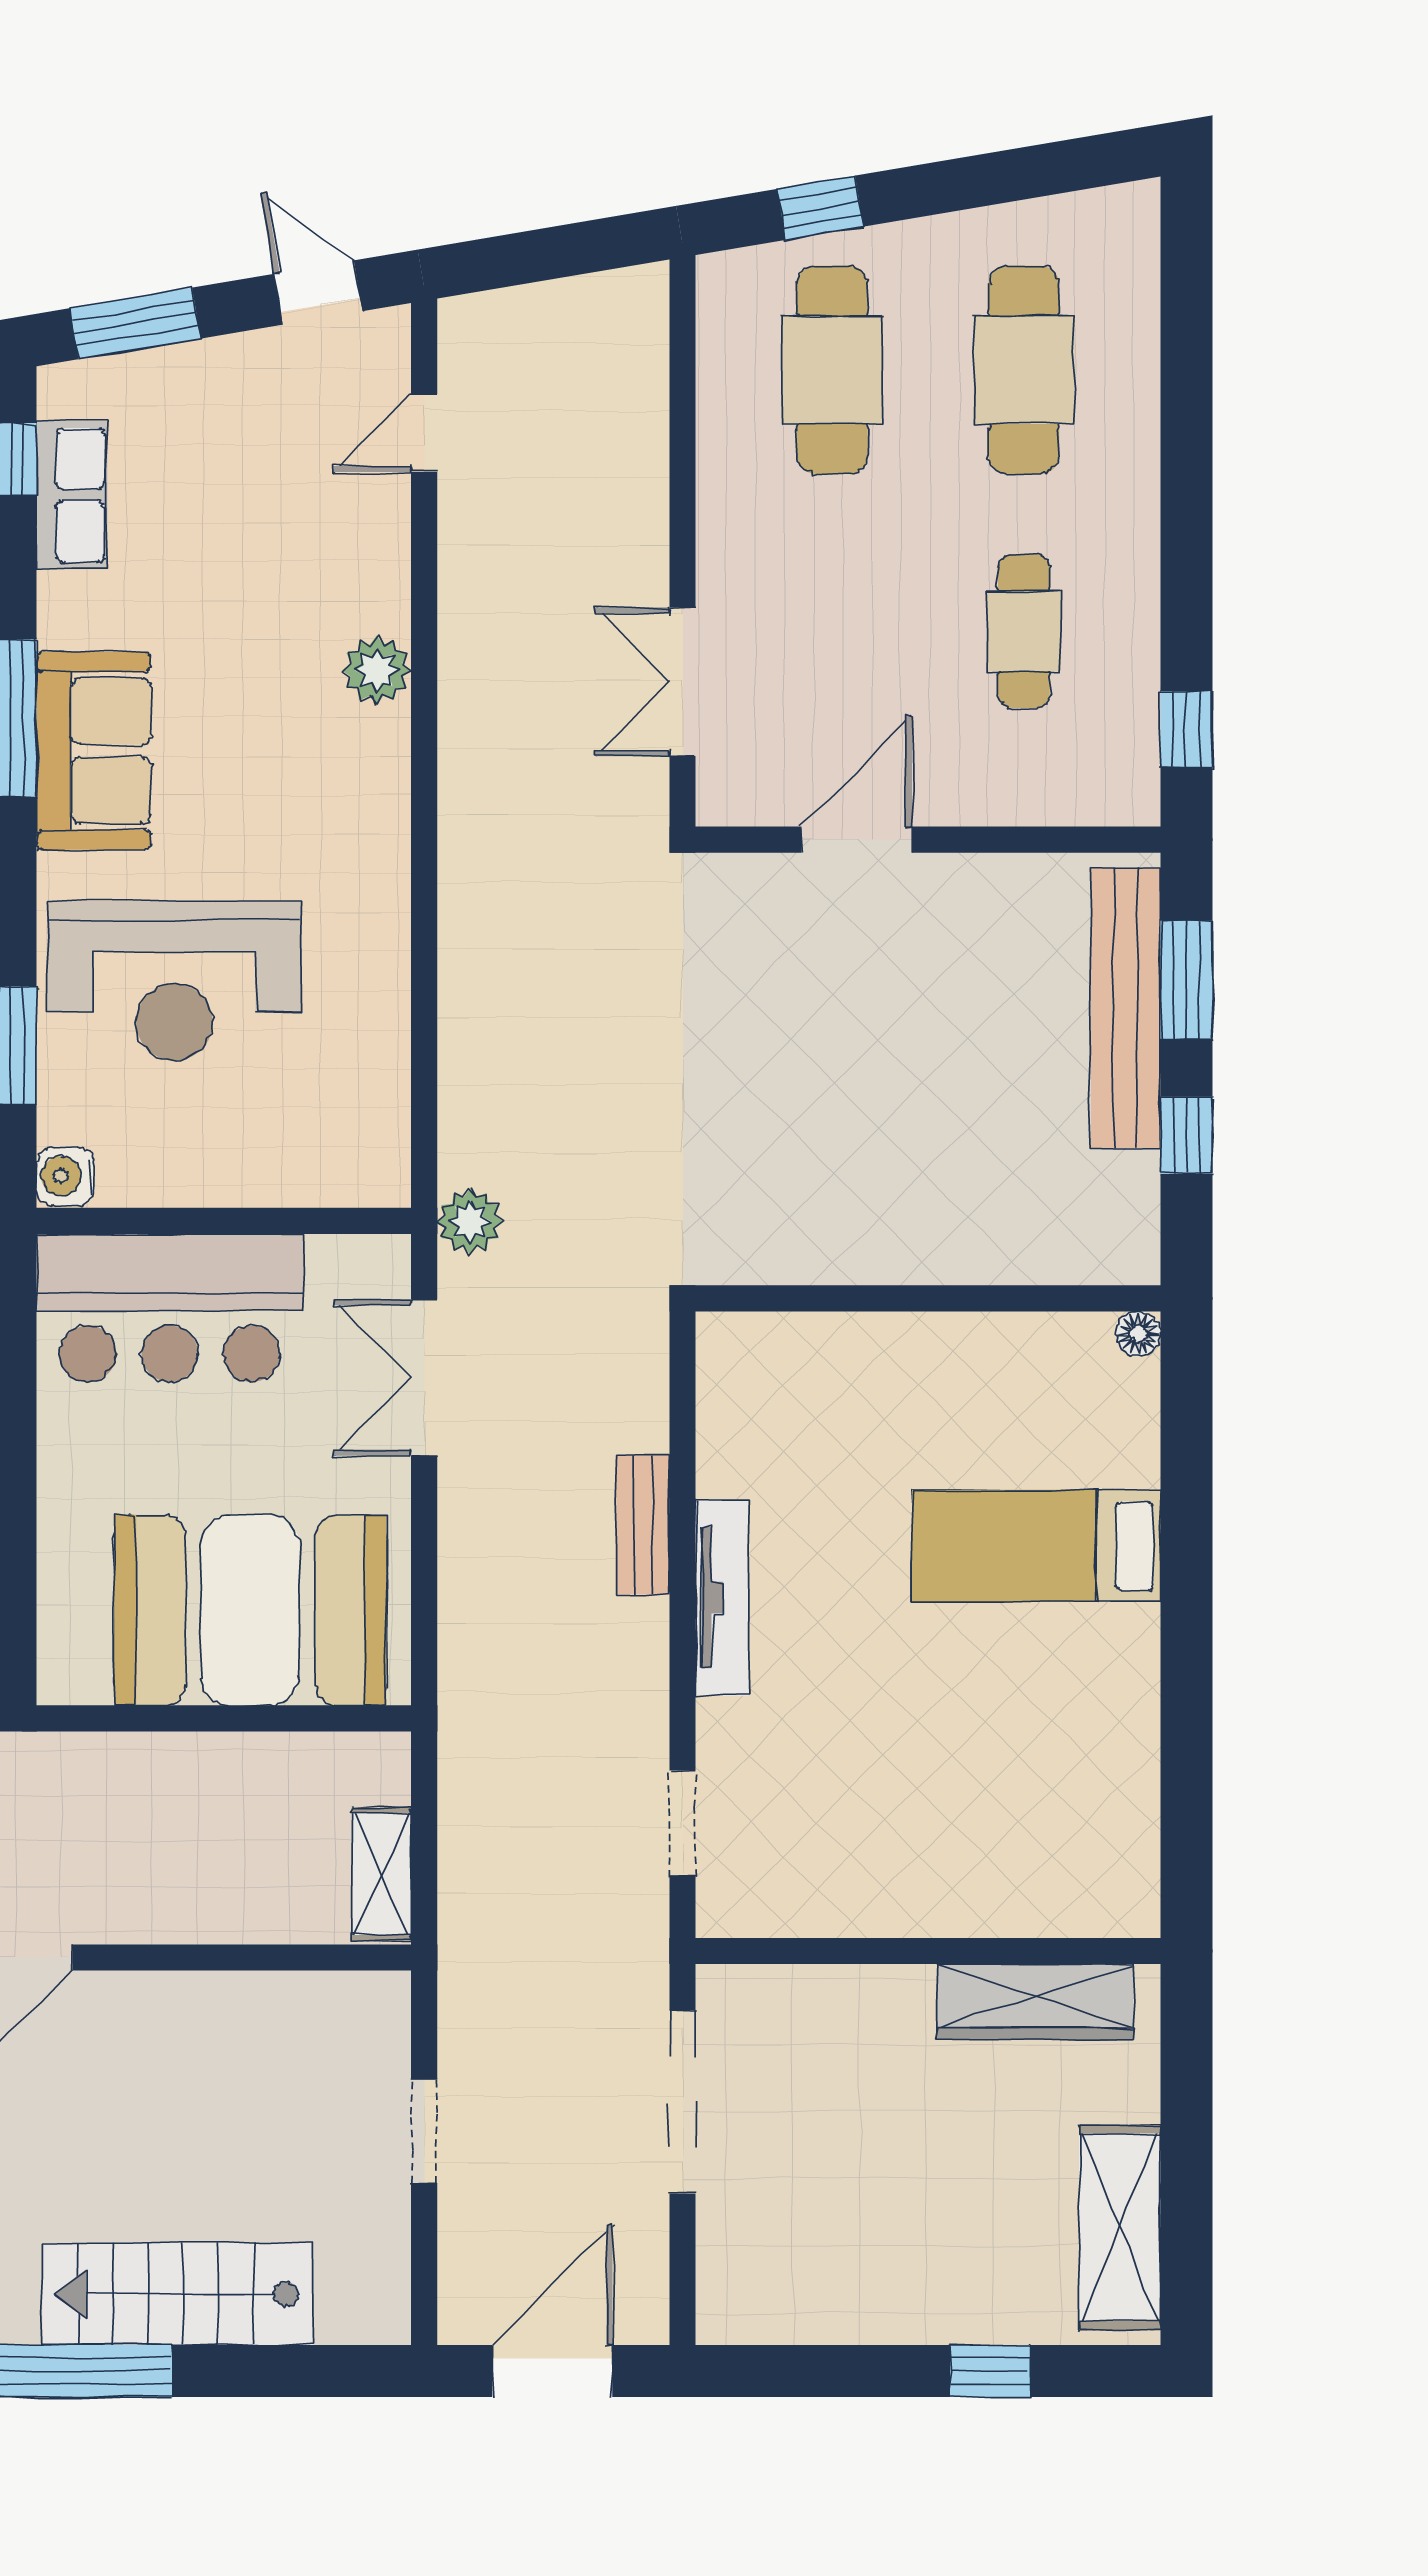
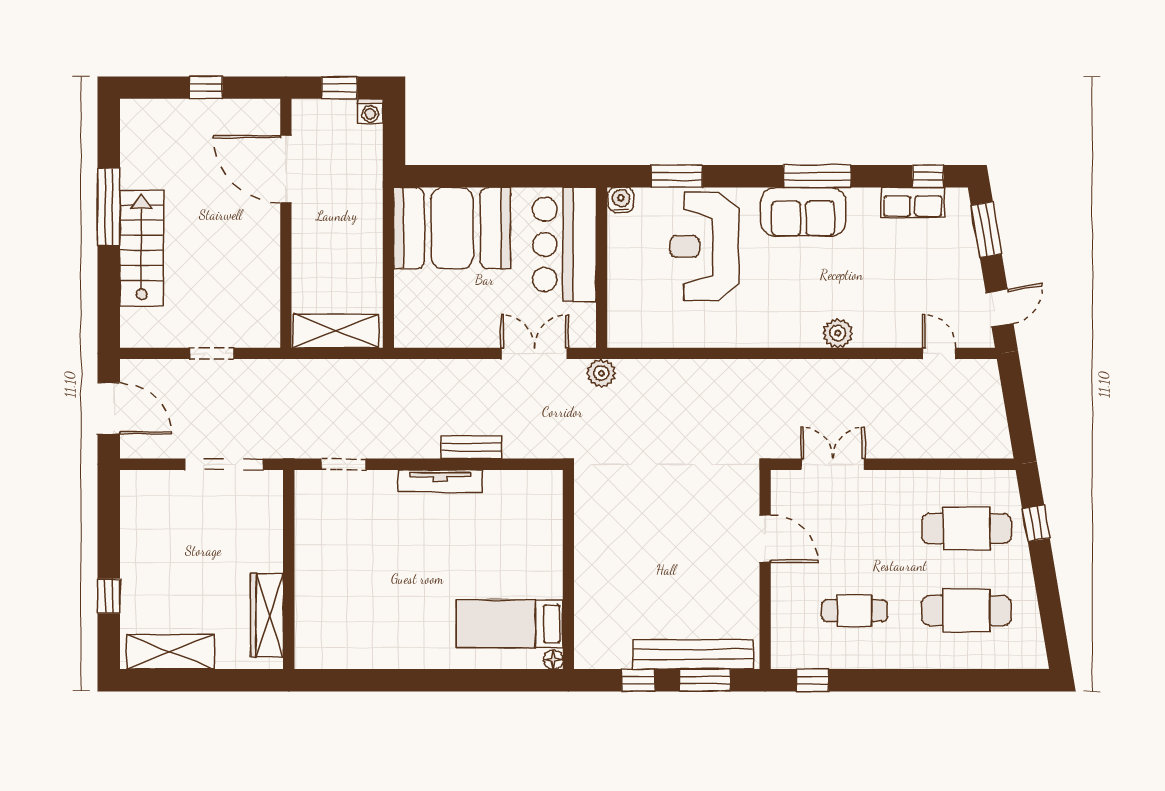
bed: (1036, 1546) -> (510, 624), moved, turned -90
booth: (250, 1610) -> (452, 228), moved, turned 90
shelving: (381, 1874) -> (336, 331), width x1.50, depth x1.33

